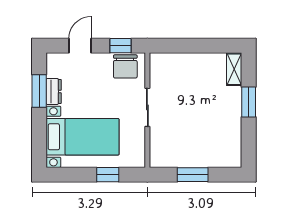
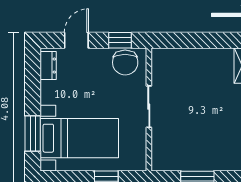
window: (39, 91) -> (33, 134), moved
dresser: (54, 91) -> (48, 66), moved

